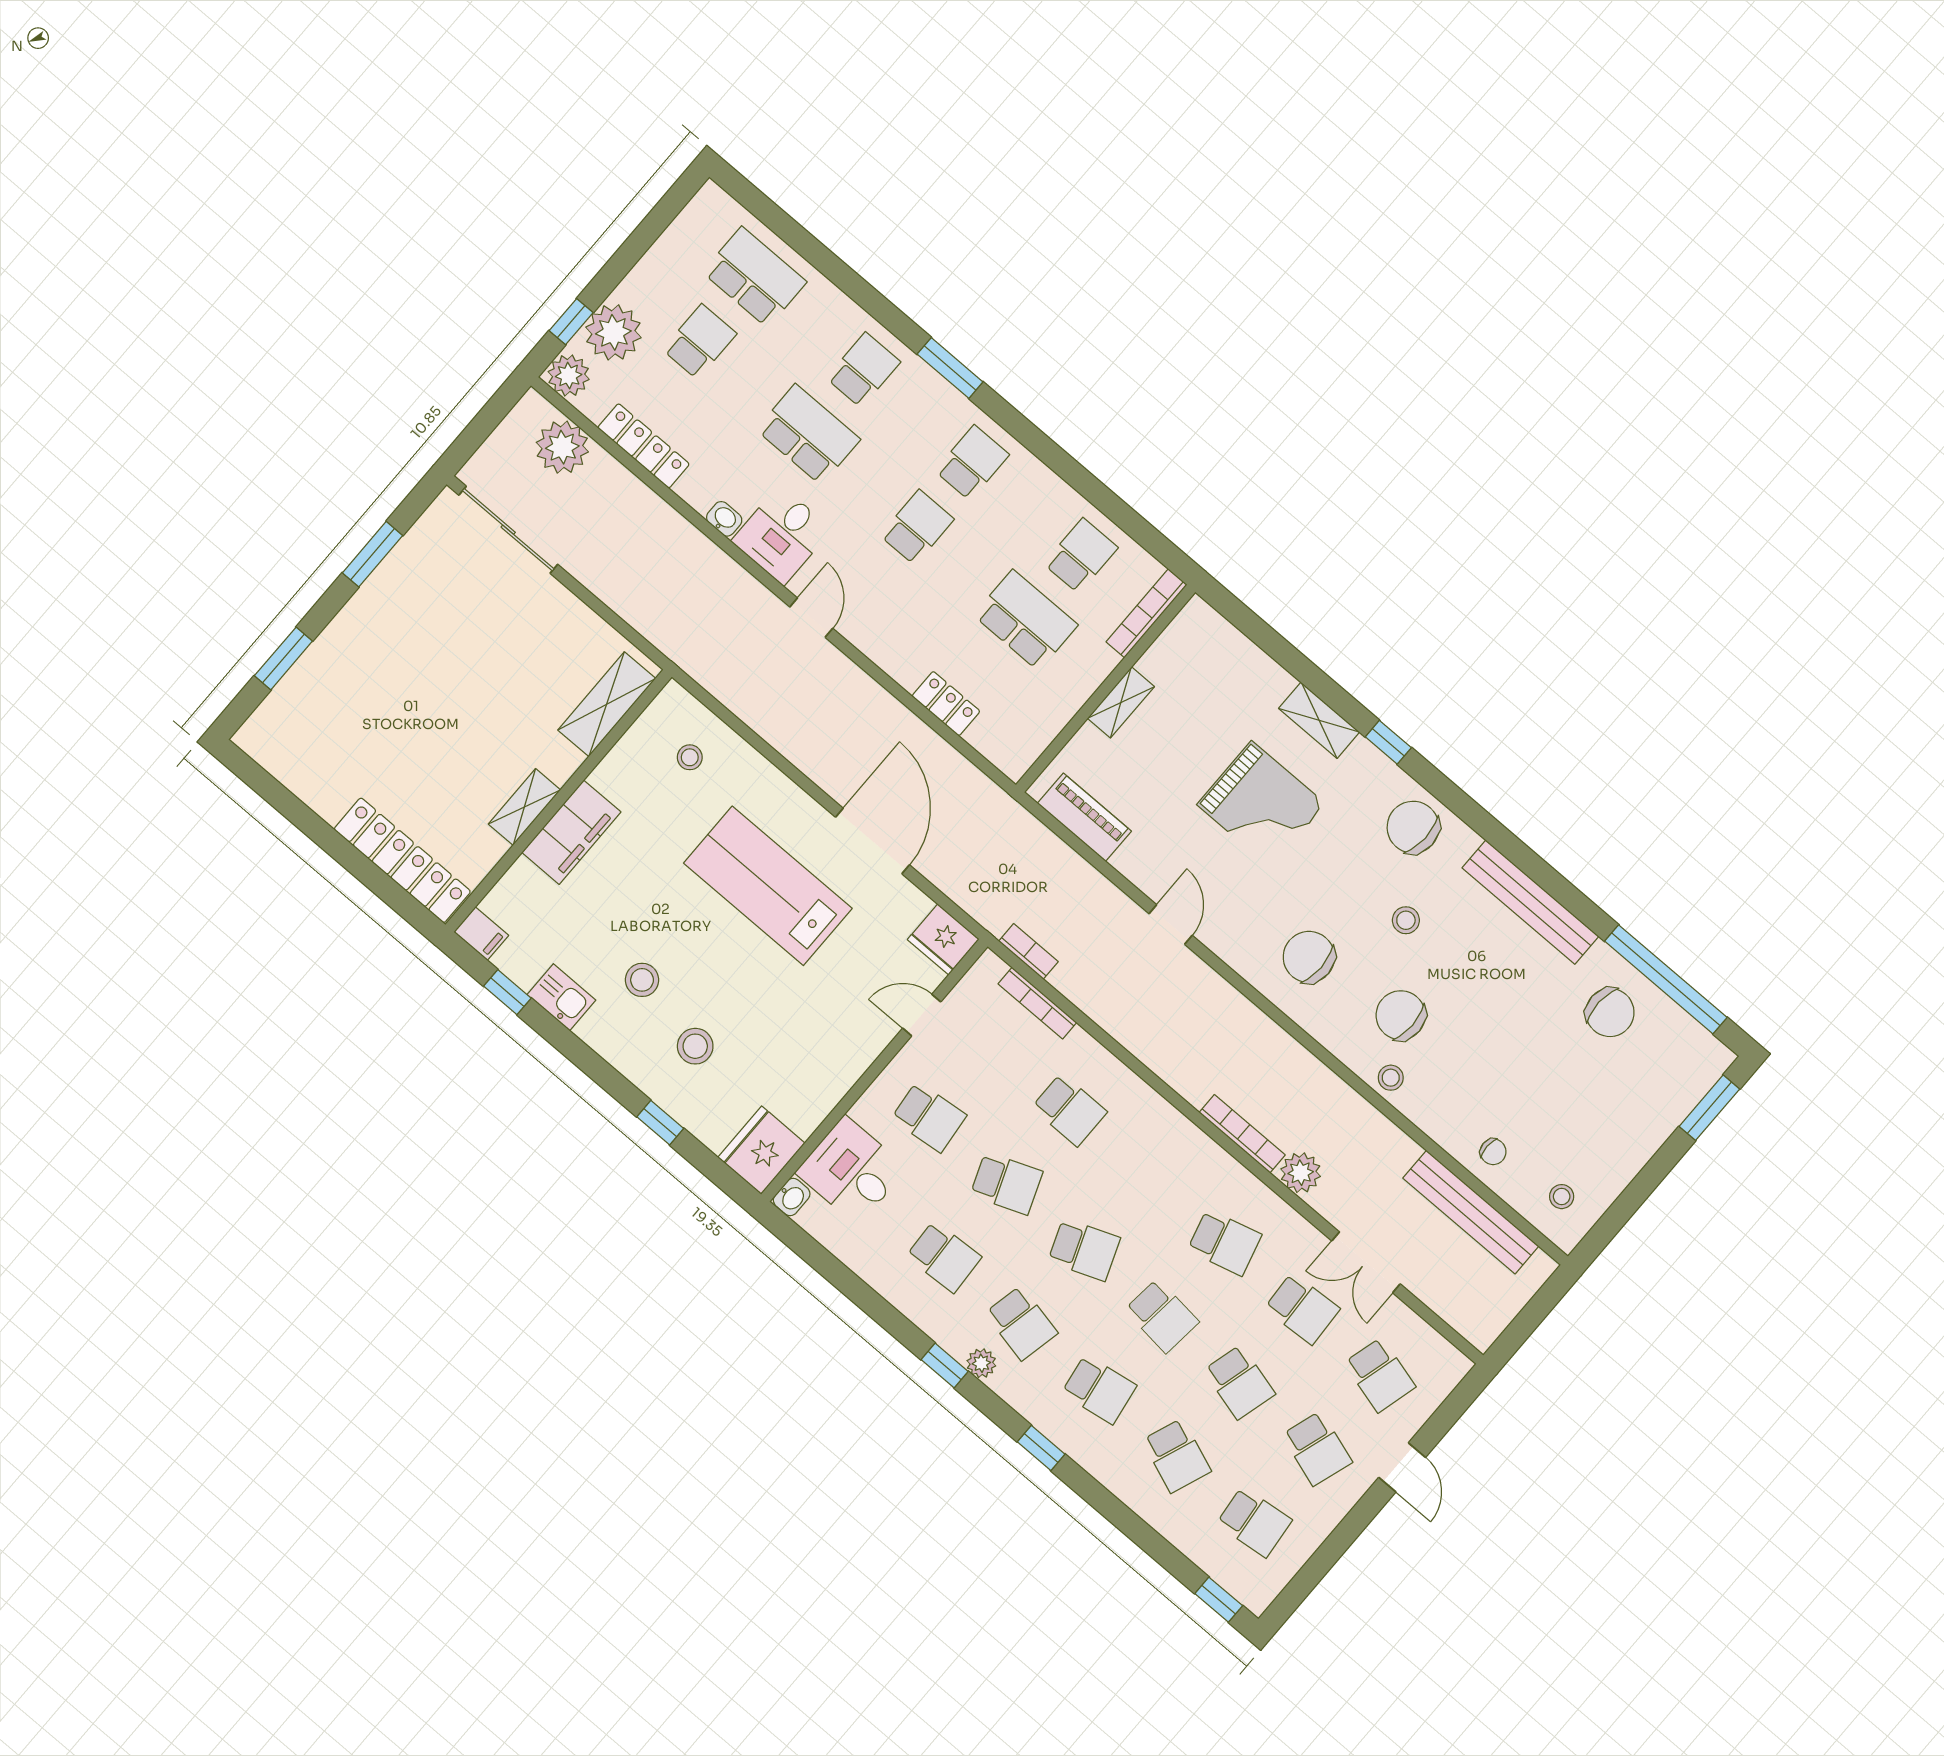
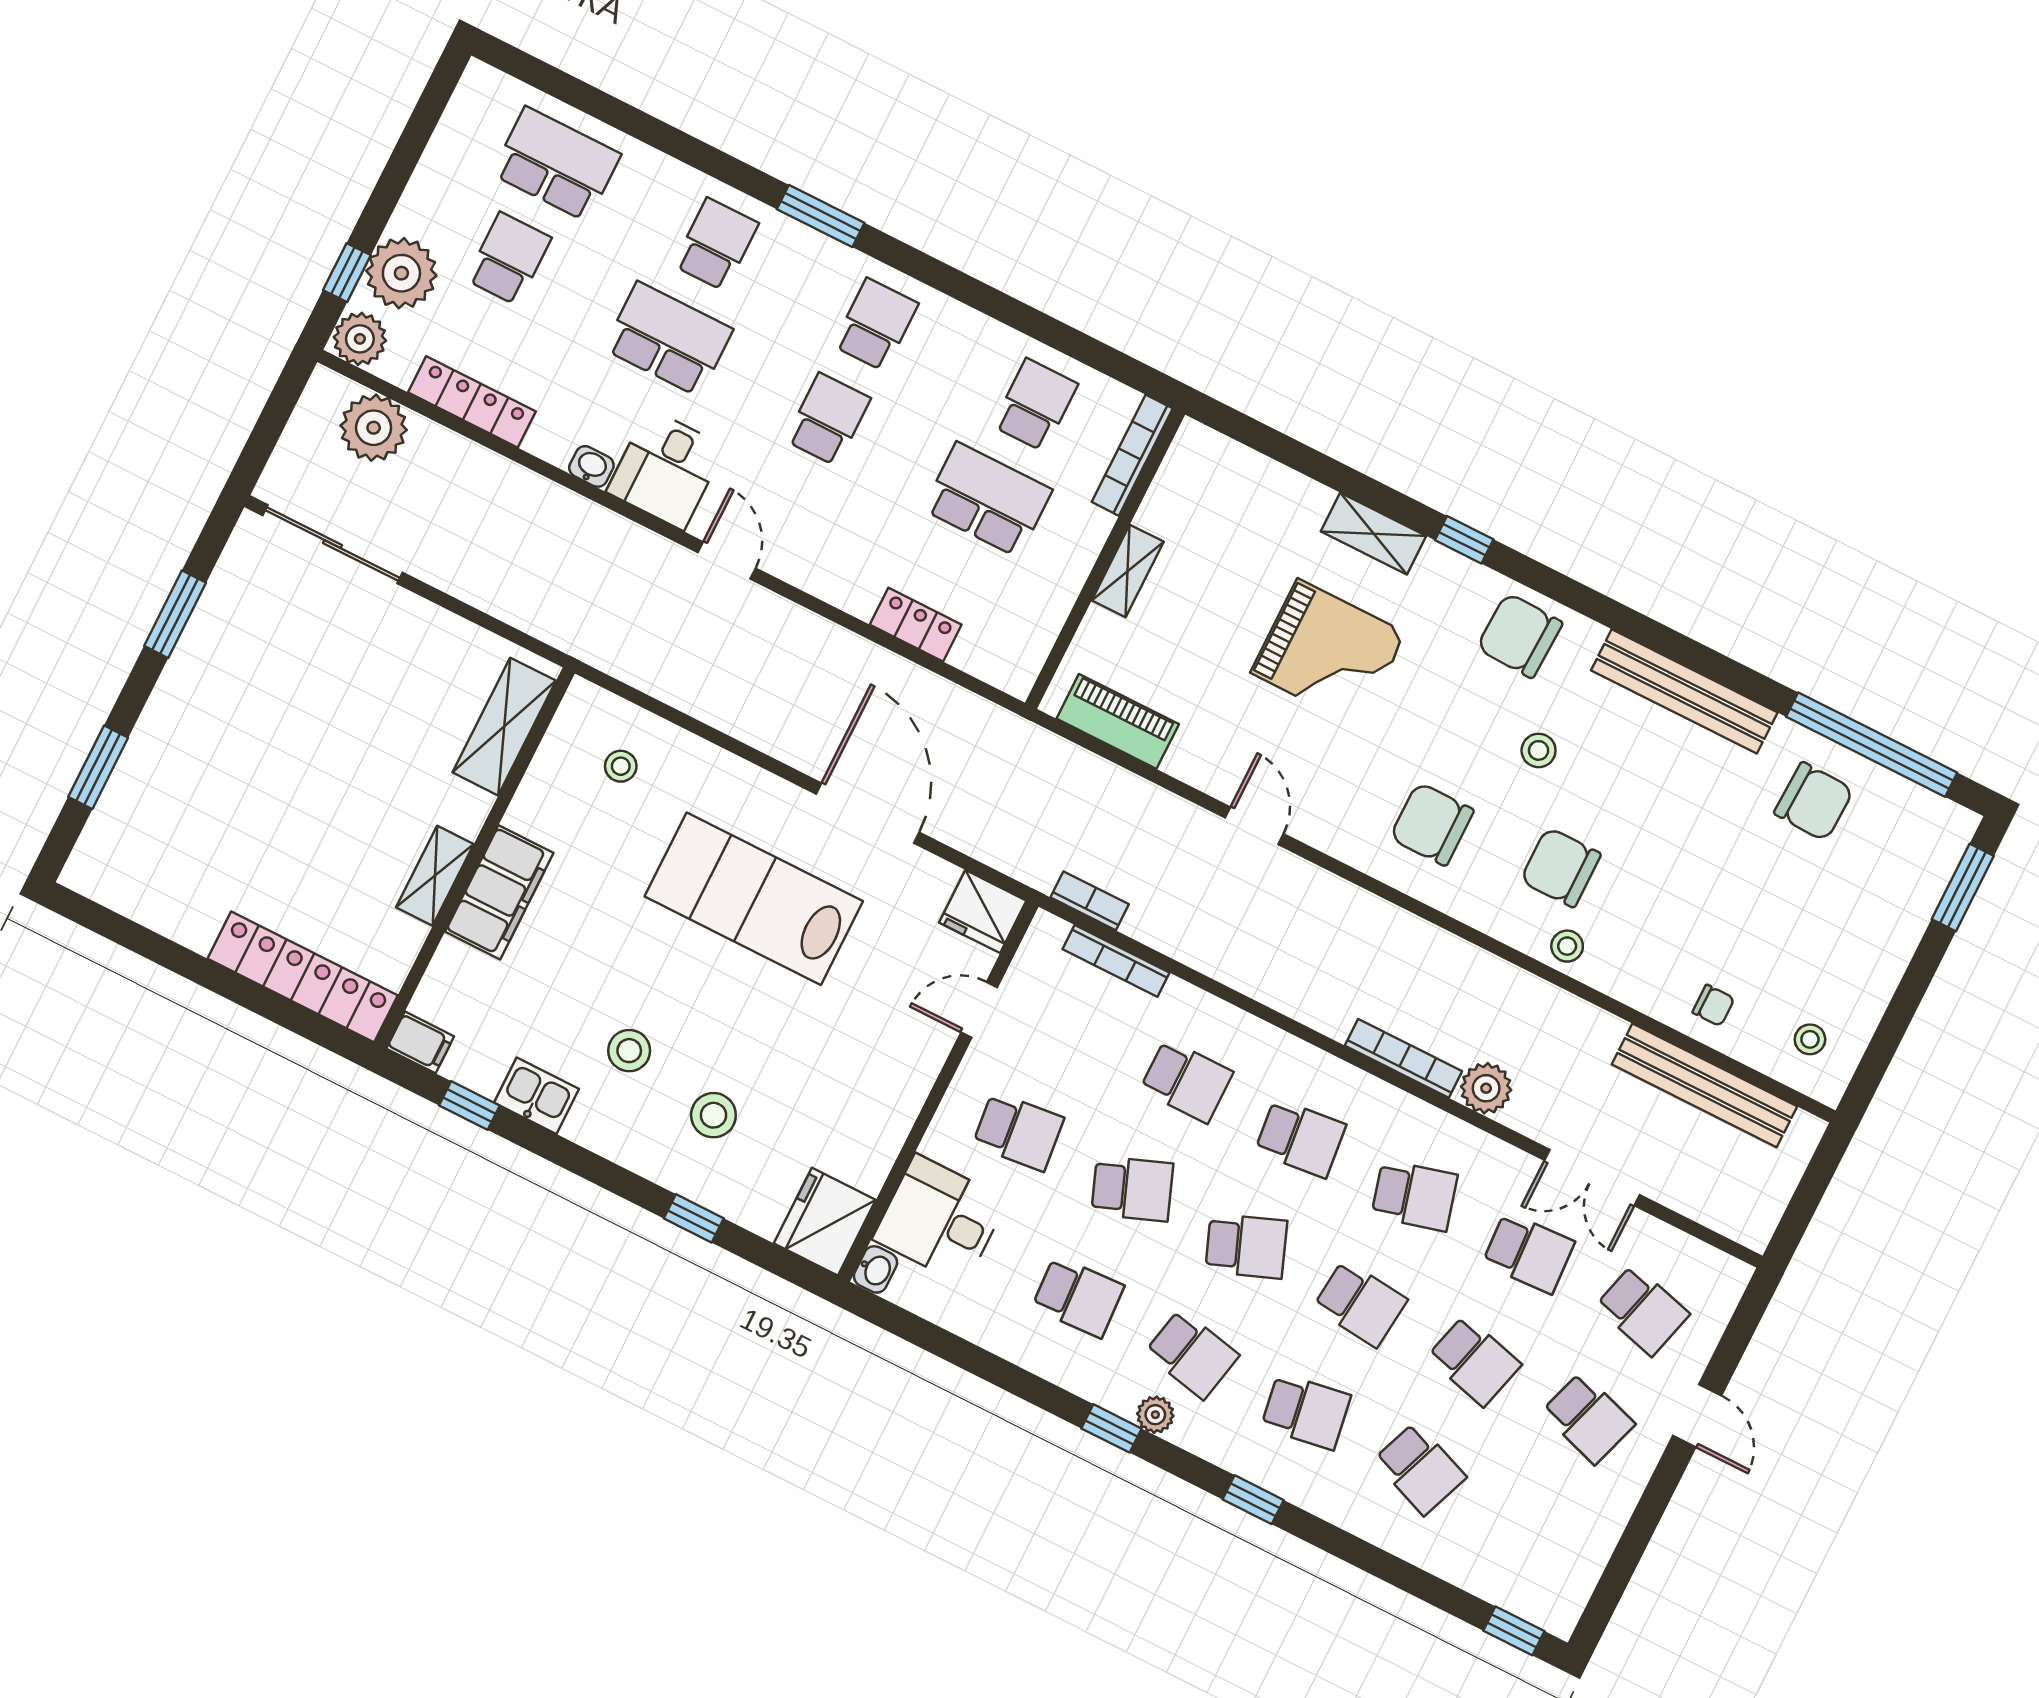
school desk: (1254, 1522) -> (1300, 1138), moved

